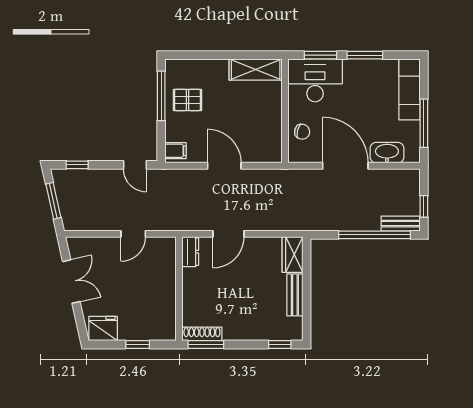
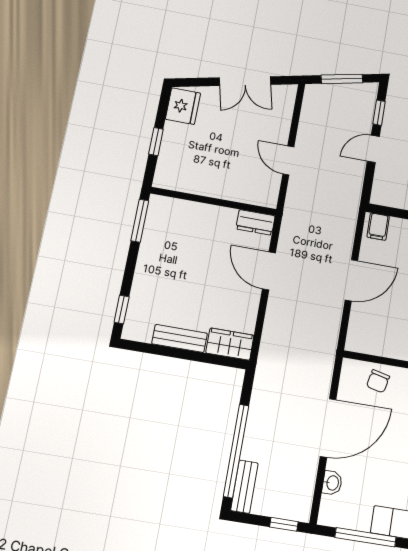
washbasin: (387, 153) -> (332, 483), width x0.52, depth x0.69
door: (135, 165) -> (373, 149), moved
window: (424, 206) -> (284, 524), moved
shoe rack: (202, 334) -> (154, 218), removed

